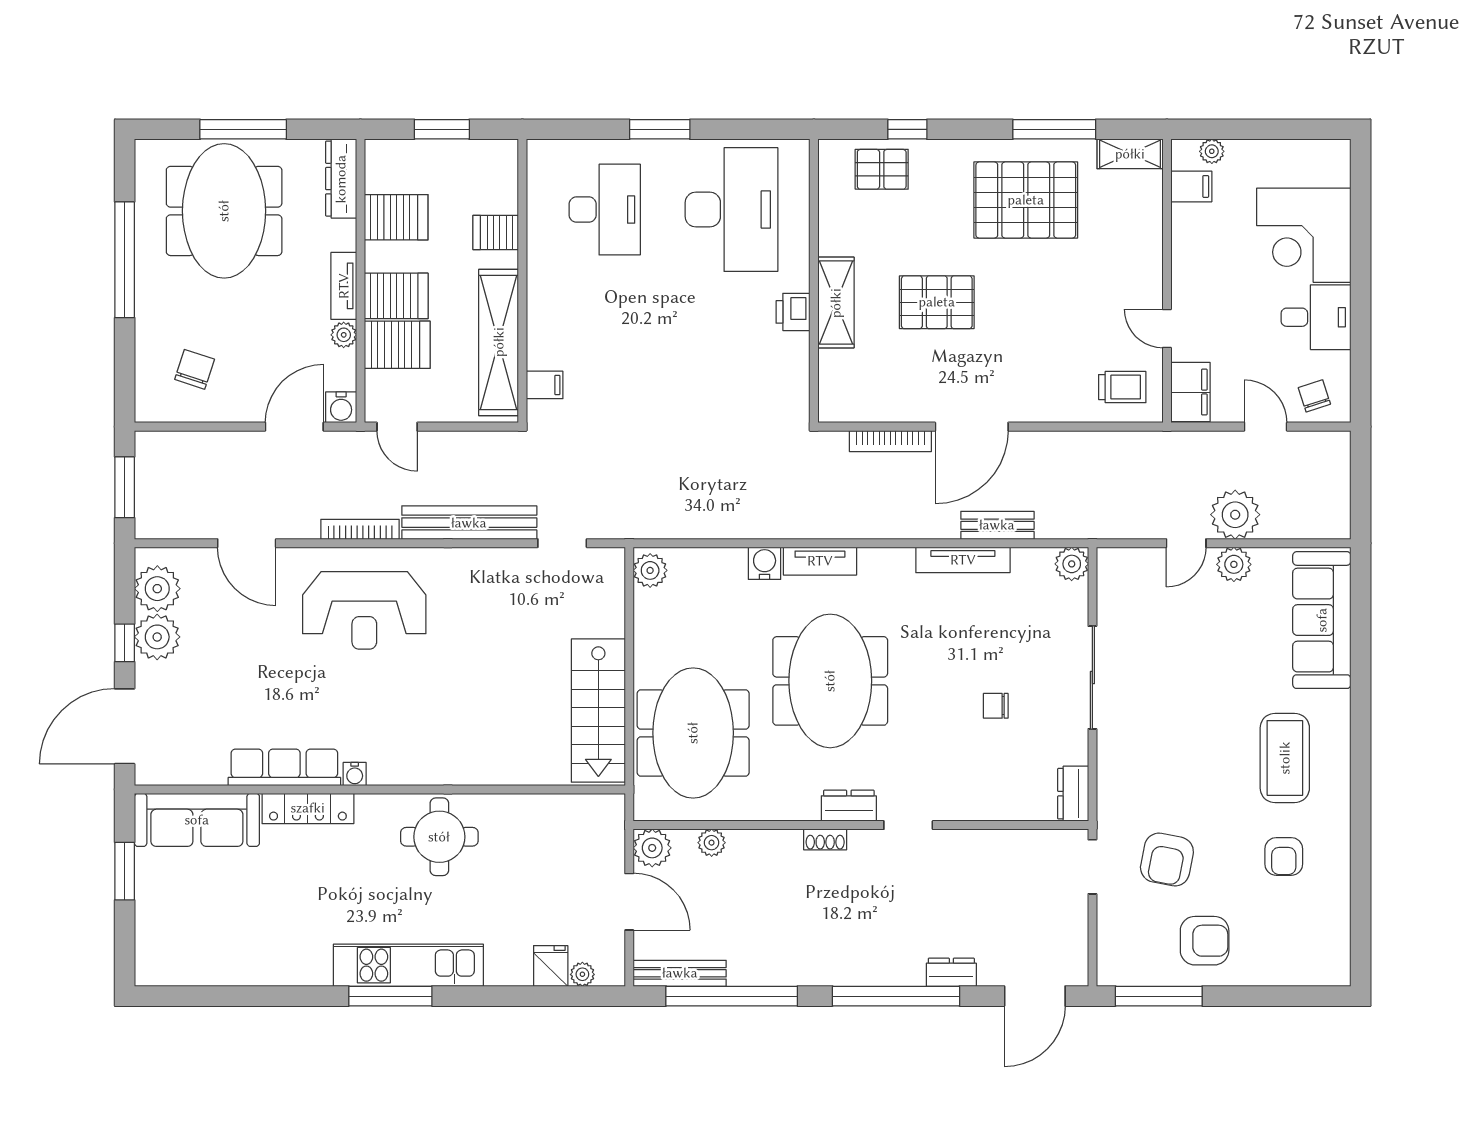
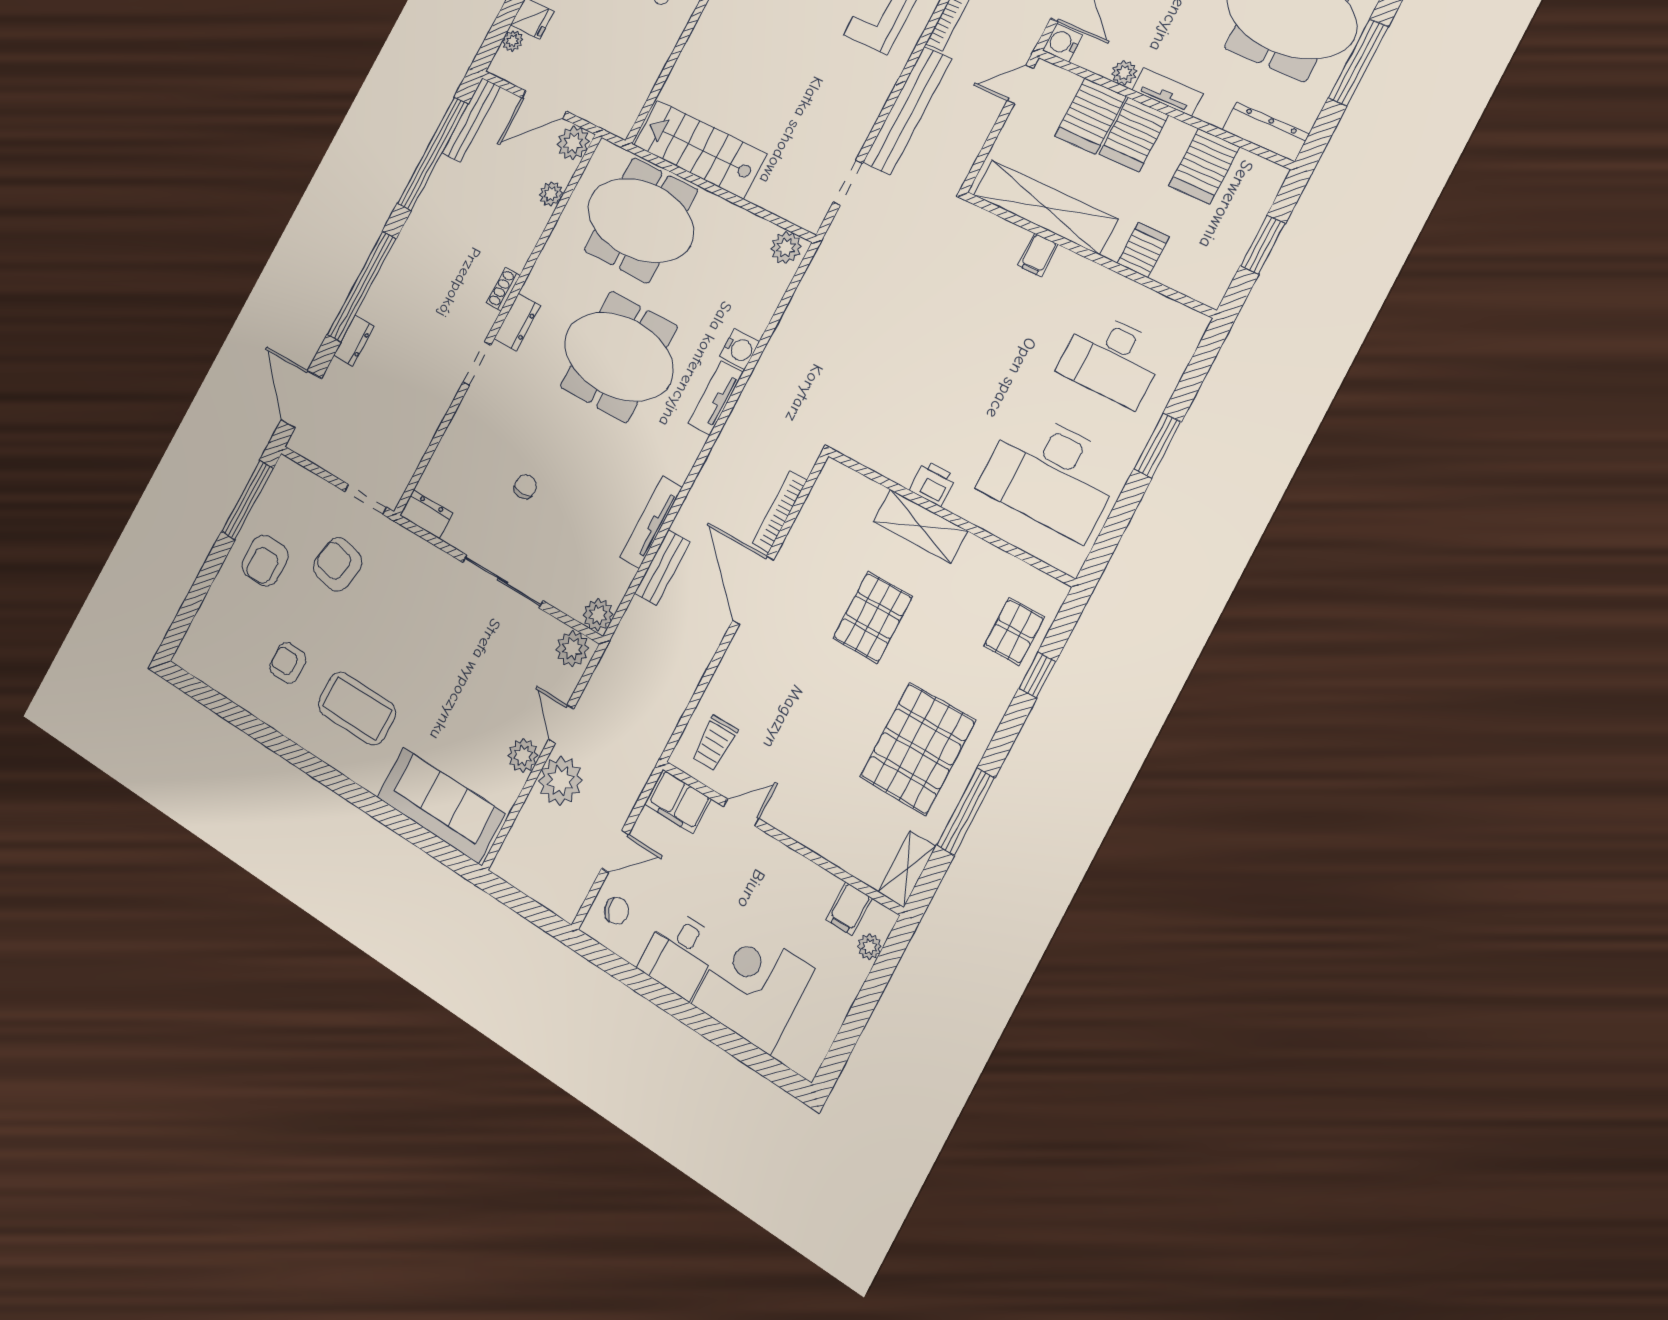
filing cabinet: (545, 385) -> (1038, 255), moved
plant: (1115, 572) -> (572, 649), added

